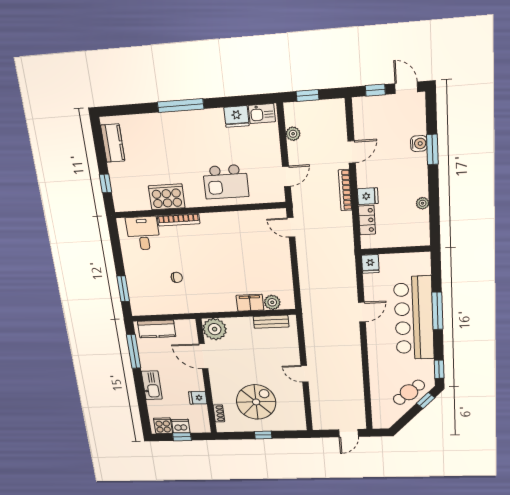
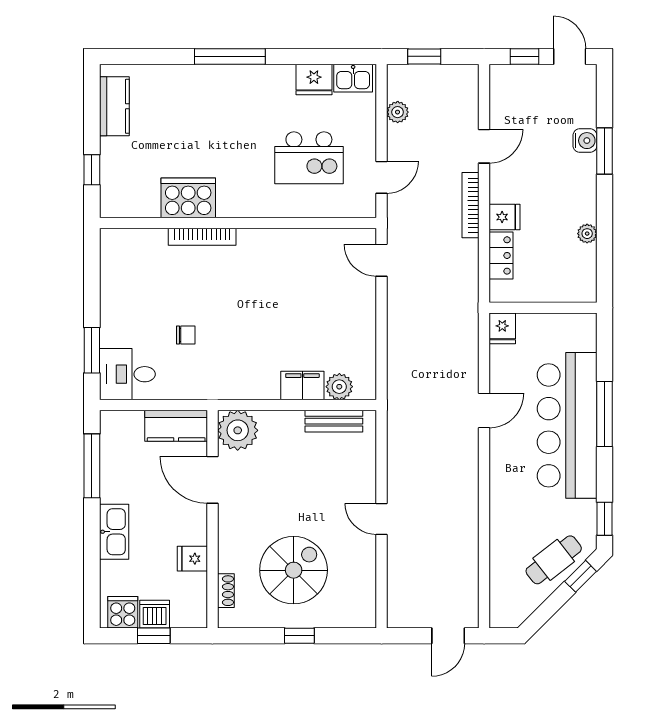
kitchen island: (226, 182) -> (309, 158), moved
desk: (143, 233) -> (127, 374), moved, turned -90
kitchen counter: (157, 329) -> (176, 426), moved

